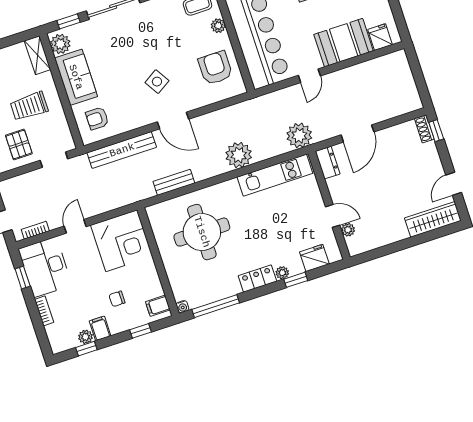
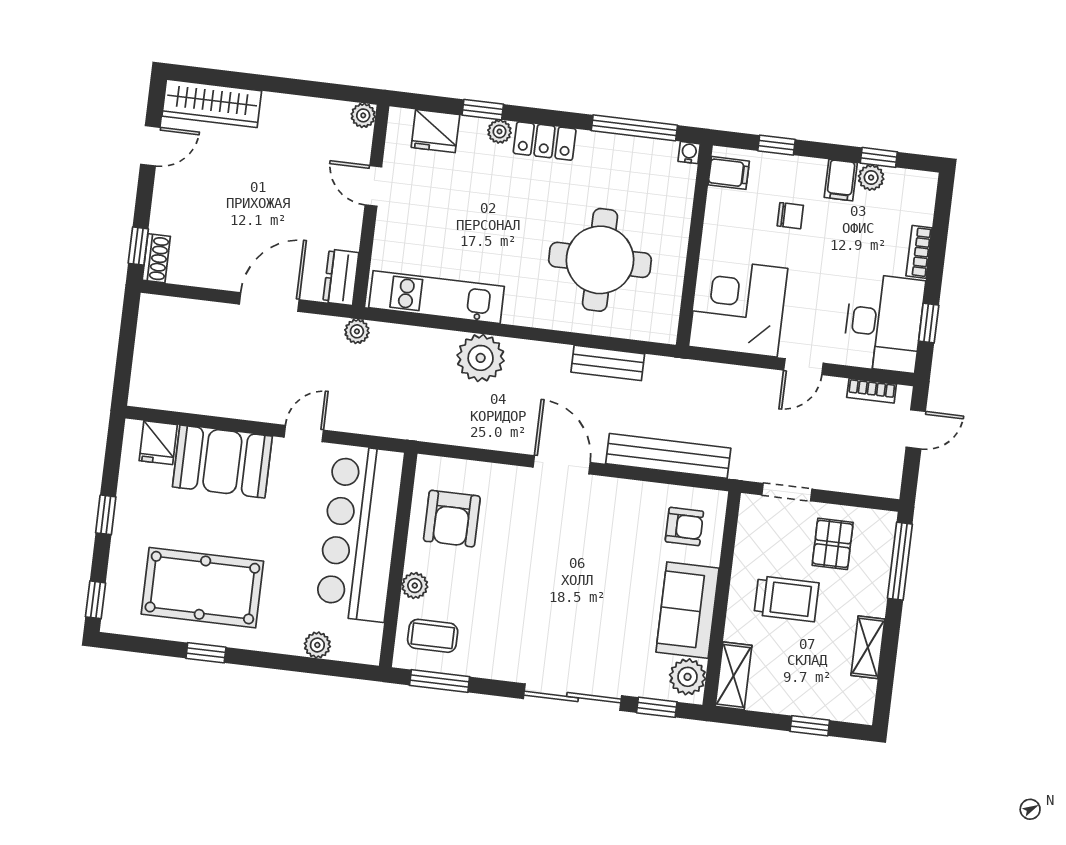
side table: (157, 82) -> (558, 541), removed
plant: (299, 135) -> (357, 331), width x0.53, depth x0.53
plant: (348, 230) -> (363, 115), moved

